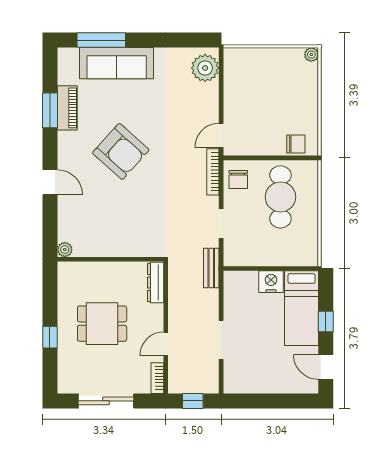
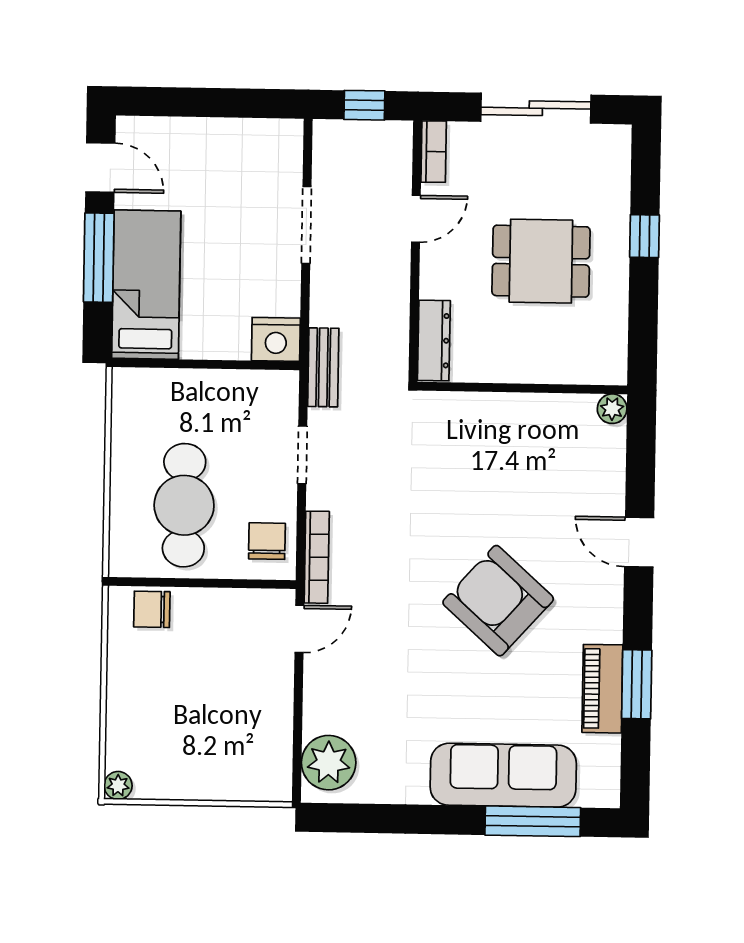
nightstand: (271, 282) -> (276, 339), moved
window: (326, 321) -> (99, 258), width x2.17

